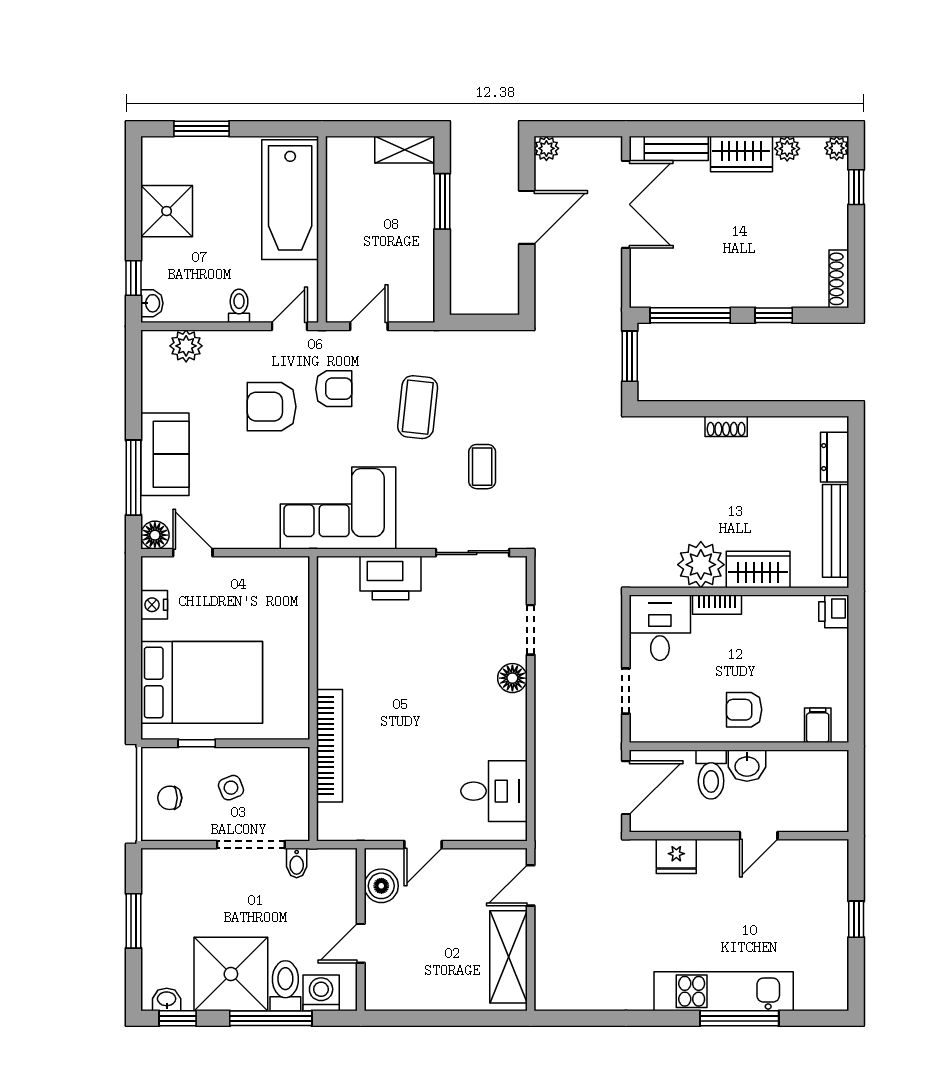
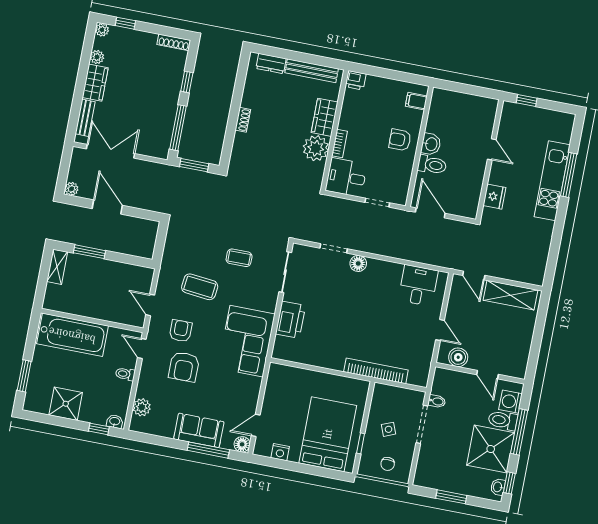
armchair: (744, 710) -> (400, 140), turned 90
wall: (739, 836) -> (490, 160), moved
door: (759, 836) -> (492, 149), moved
fridge: (676, 856) -> (494, 197), moved

